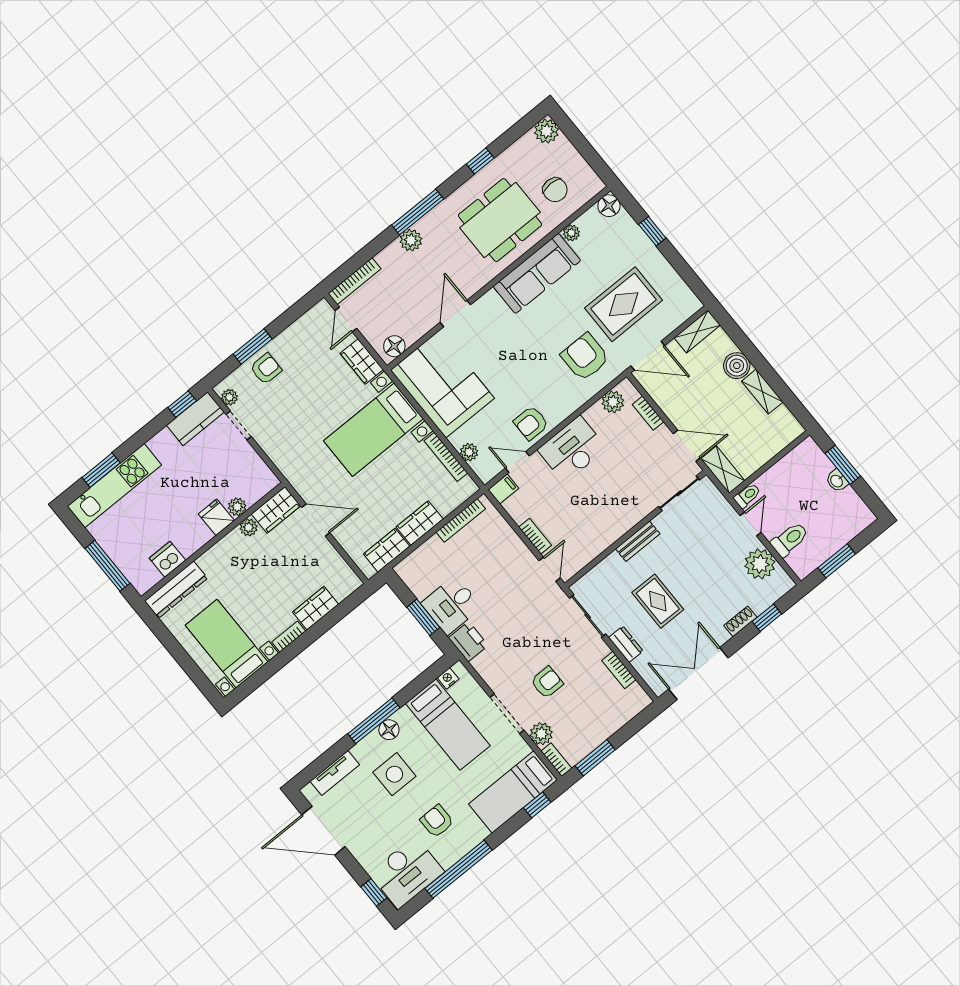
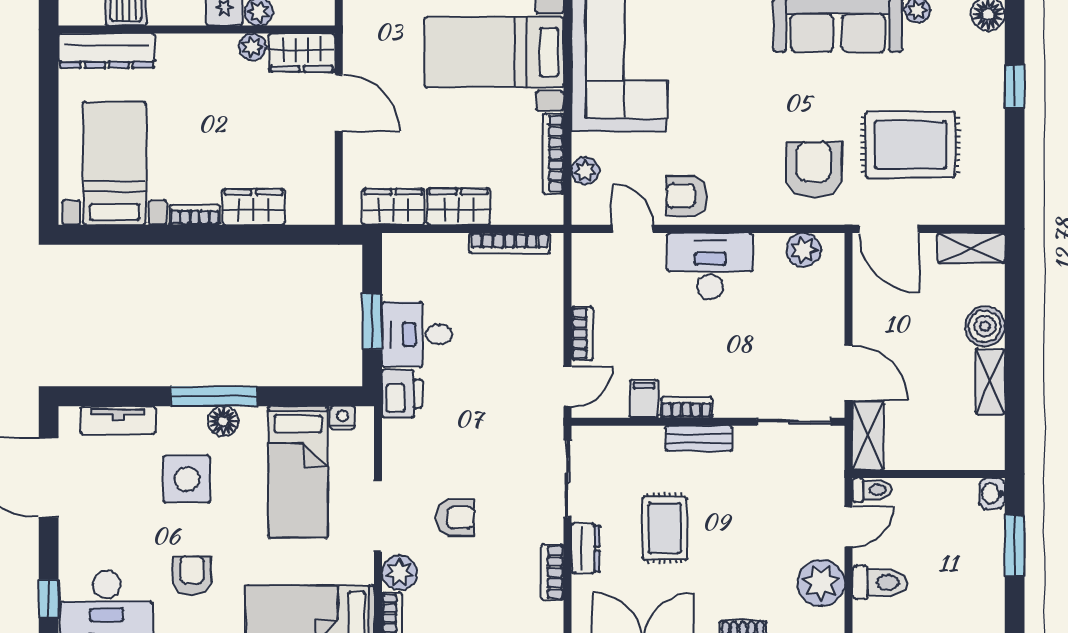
bookcase: (648, 413) -> (687, 408), moved, turned 90
washbasin: (837, 481) -> (992, 493), moved
filing cabinet: (503, 489) -> (644, 399), moved, turned -90

